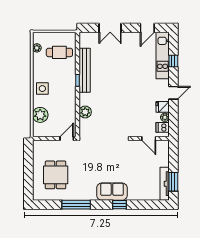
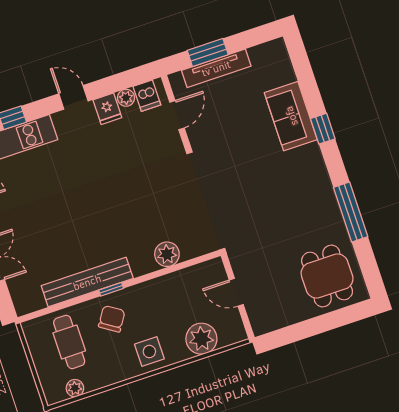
chair: (64, 76) -> (112, 319), added
door: (67, 139) -> (236, 292), moved
dining table: (56, 175) -> (327, 276), moved, turned 90
window: (173, 182) -> (208, 52), moved
tv unit: (165, 184) -> (216, 68), moved
sofa: (112, 192) -> (291, 116), moved

